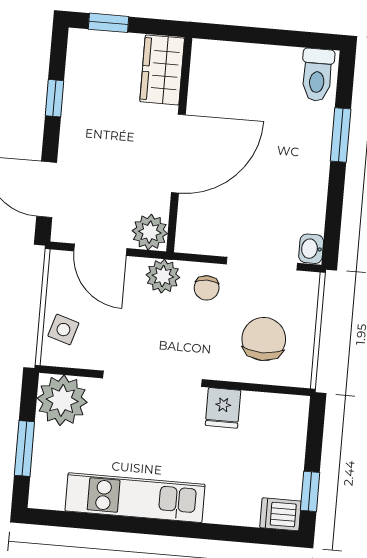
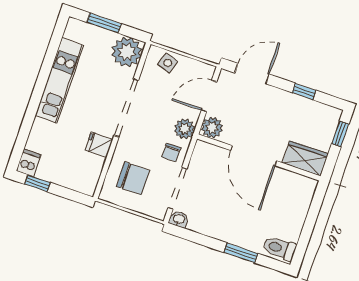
chair: (207, 288) -> (171, 153), turned -90

